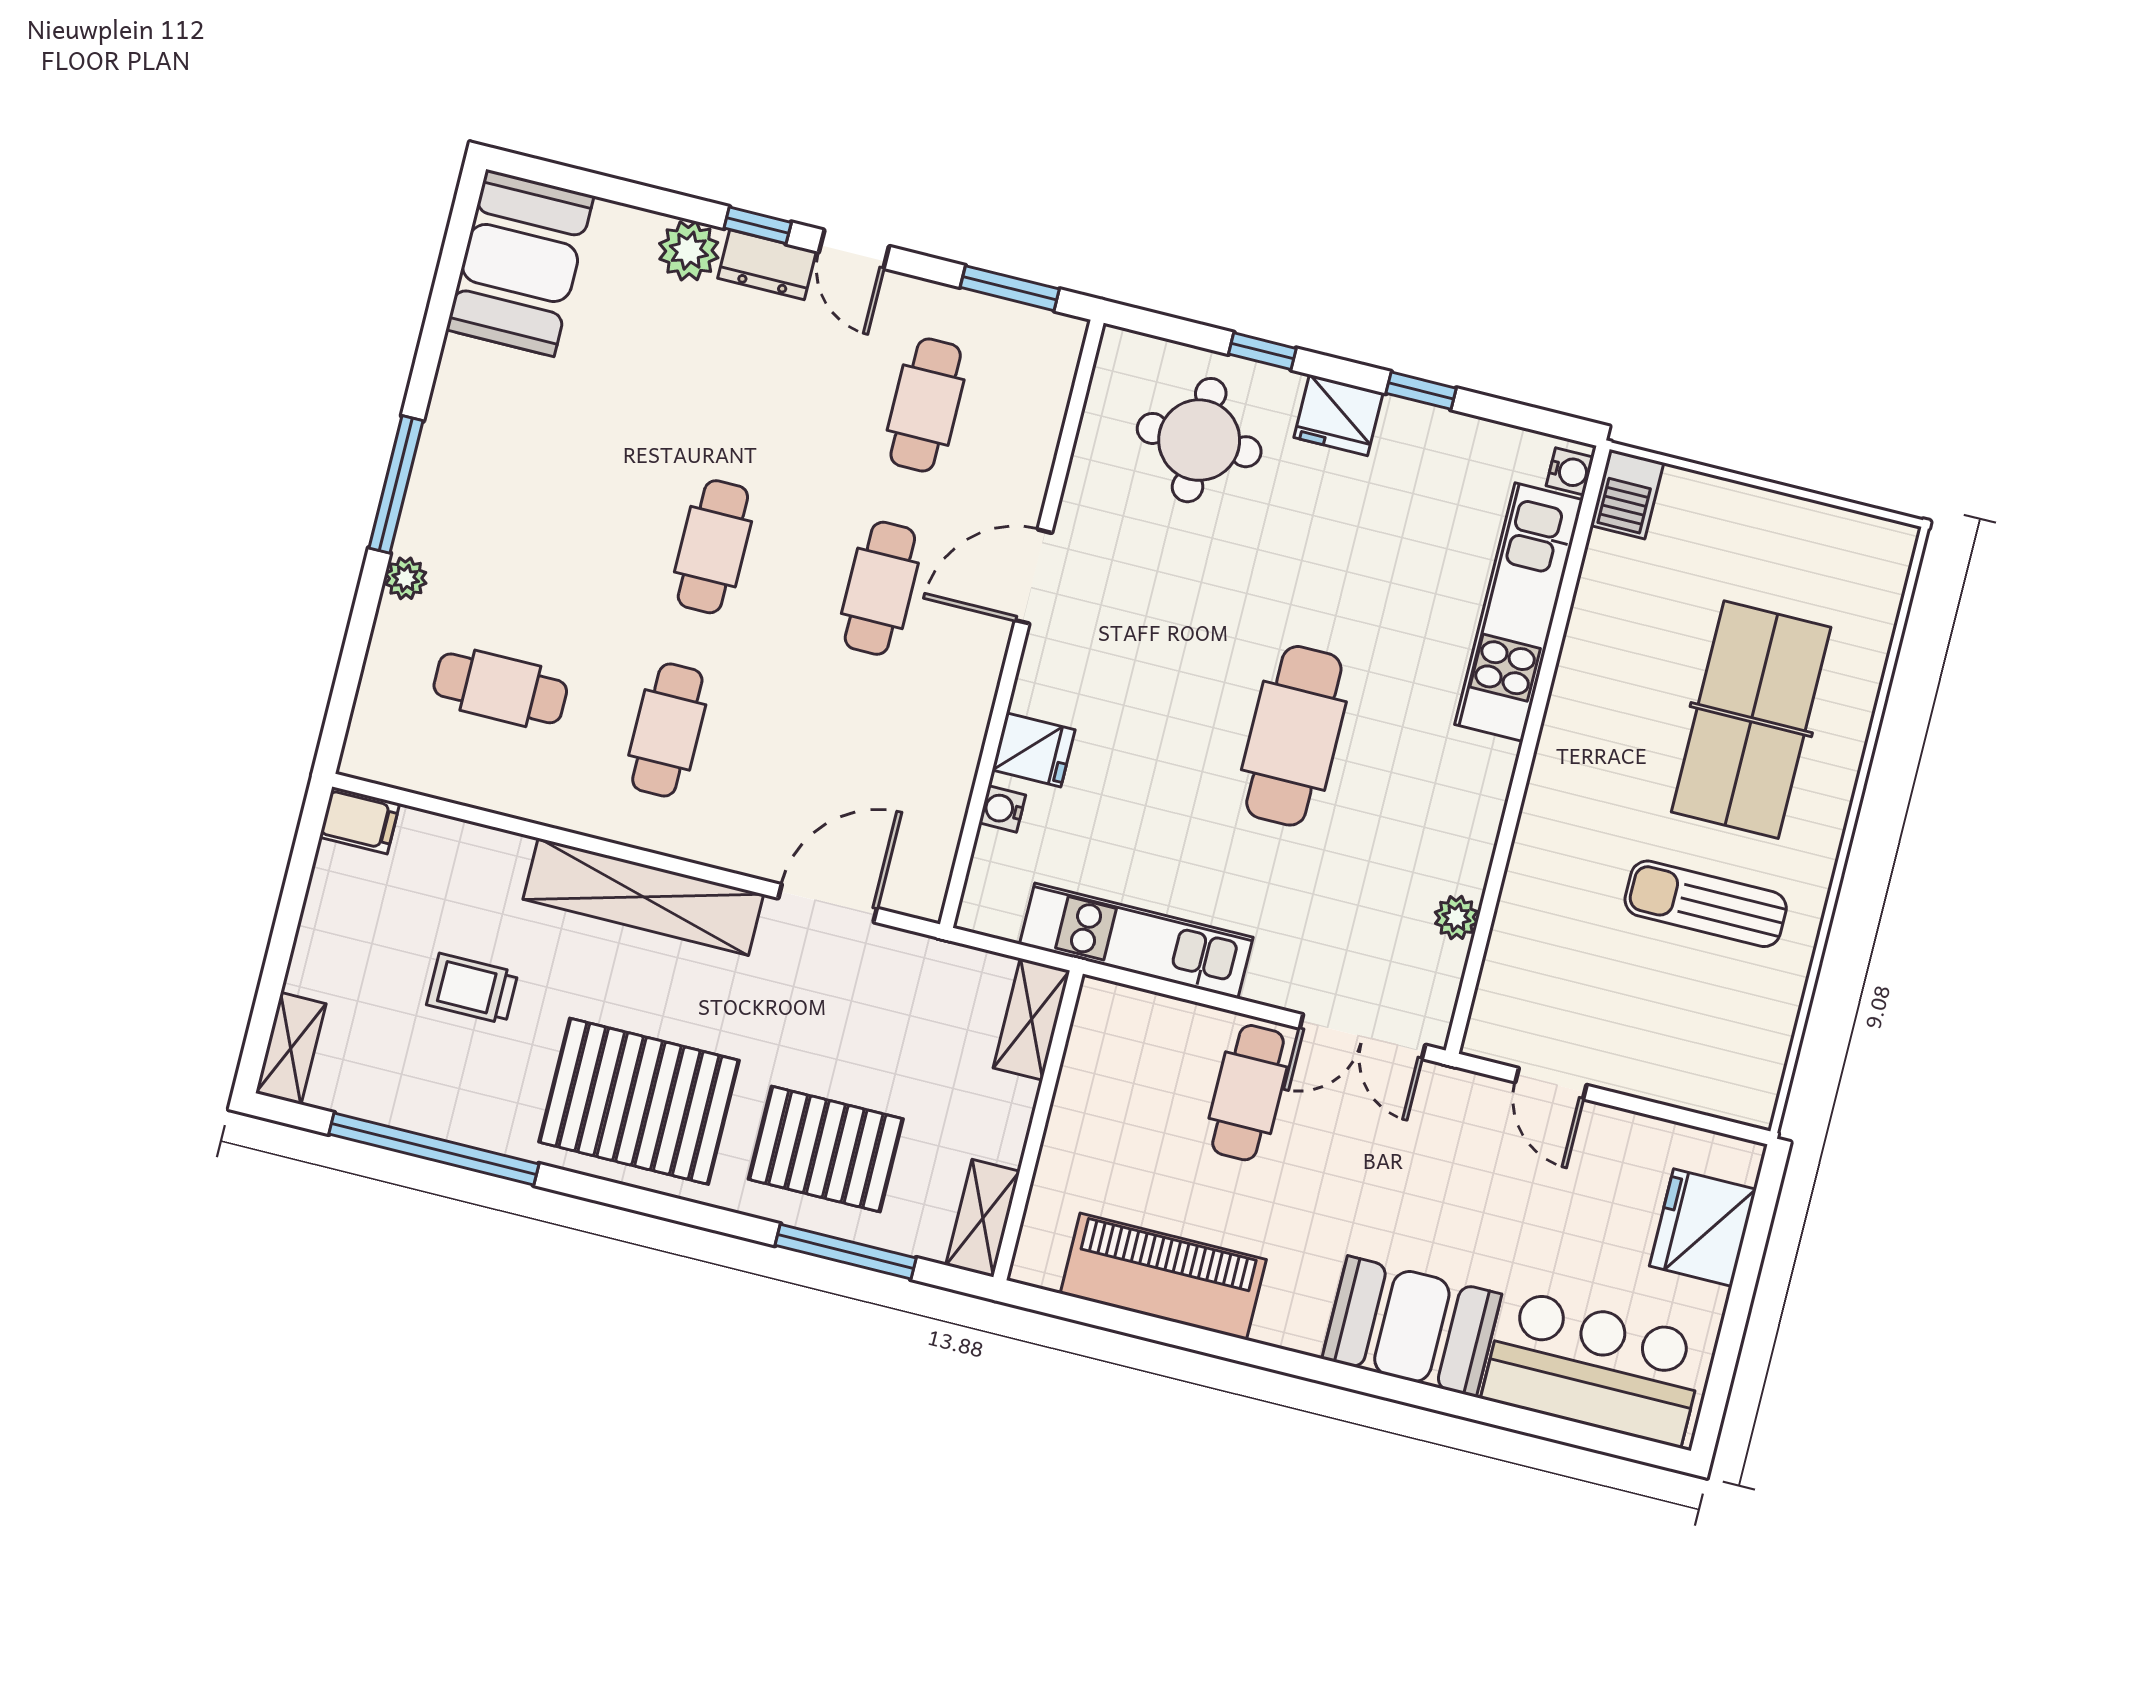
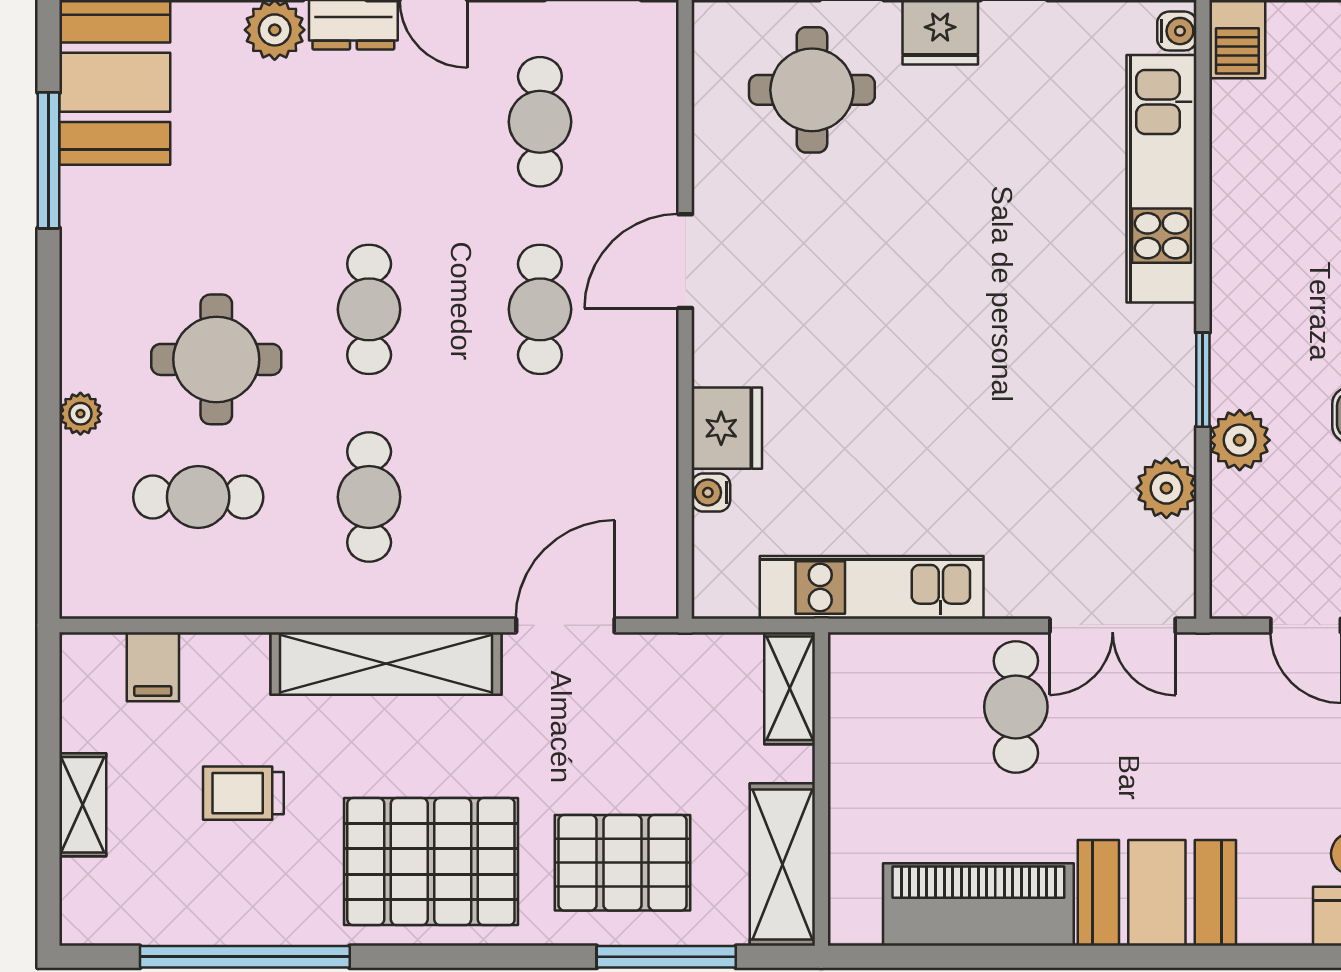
window: (396, 484) -> (49, 160), moved
round table: (552, 558) -> (216, 359), added
cafe table: (1294, 736) -> (974, 352), removed
fridge: (1034, 750) -> (727, 428), width x1.38
window: (1510, 819) -> (1203, 380), added
filing cabinet: (360, 820) -> (153, 667), moved, turned 90
plant: (1532, 886) -> (1240, 440), added
plant: (1456, 917) -> (1166, 488), width x1.38, depth x1.38
shelving: (291, 1048) -> (83, 805), moved
shelving: (983, 1218) -> (782, 865), width x1.50, depth x1.33
booth: (1412, 1326) -> (1157, 893), moved

